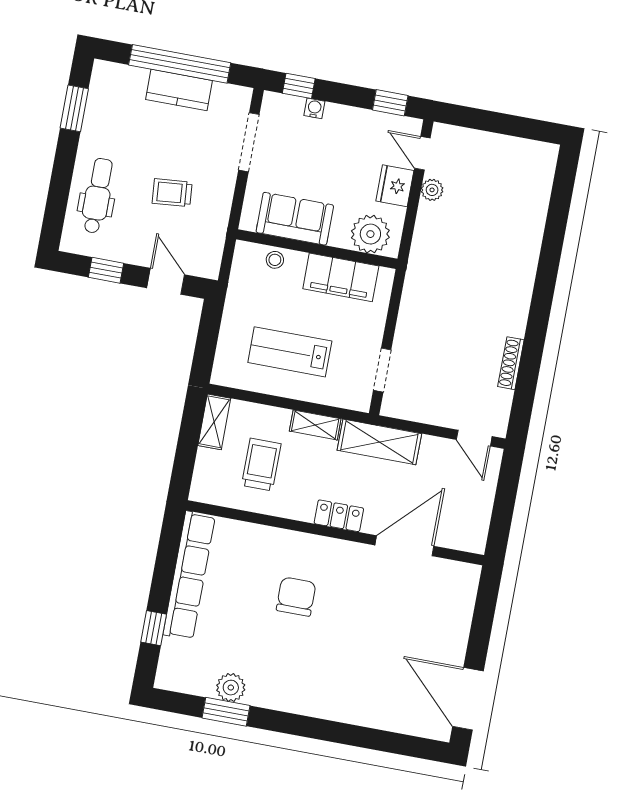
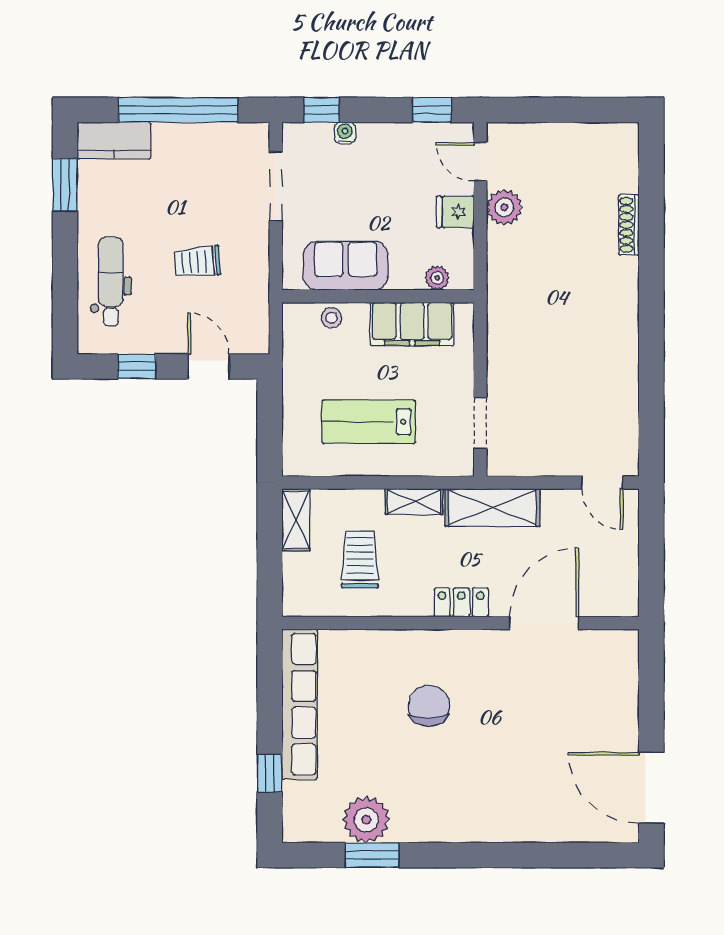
kitchen counter: (179, 90) -> (114, 141), moved
fridge: (395, 186) -> (455, 212), width x0.72
plant: (432, 190) -> (504, 207), width x1.38, depth x1.38
plant: (370, 234) -> (437, 278), width x0.53, depth x0.53
shoe rack: (511, 363) -> (629, 225), moved
plant: (231, 688) -> (366, 820), width x1.36, depth x1.36

